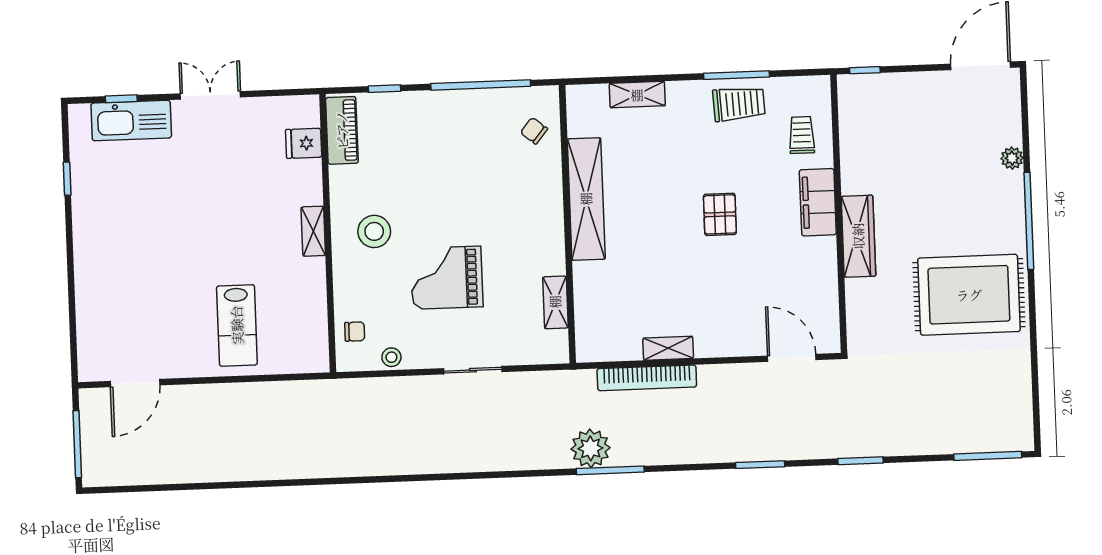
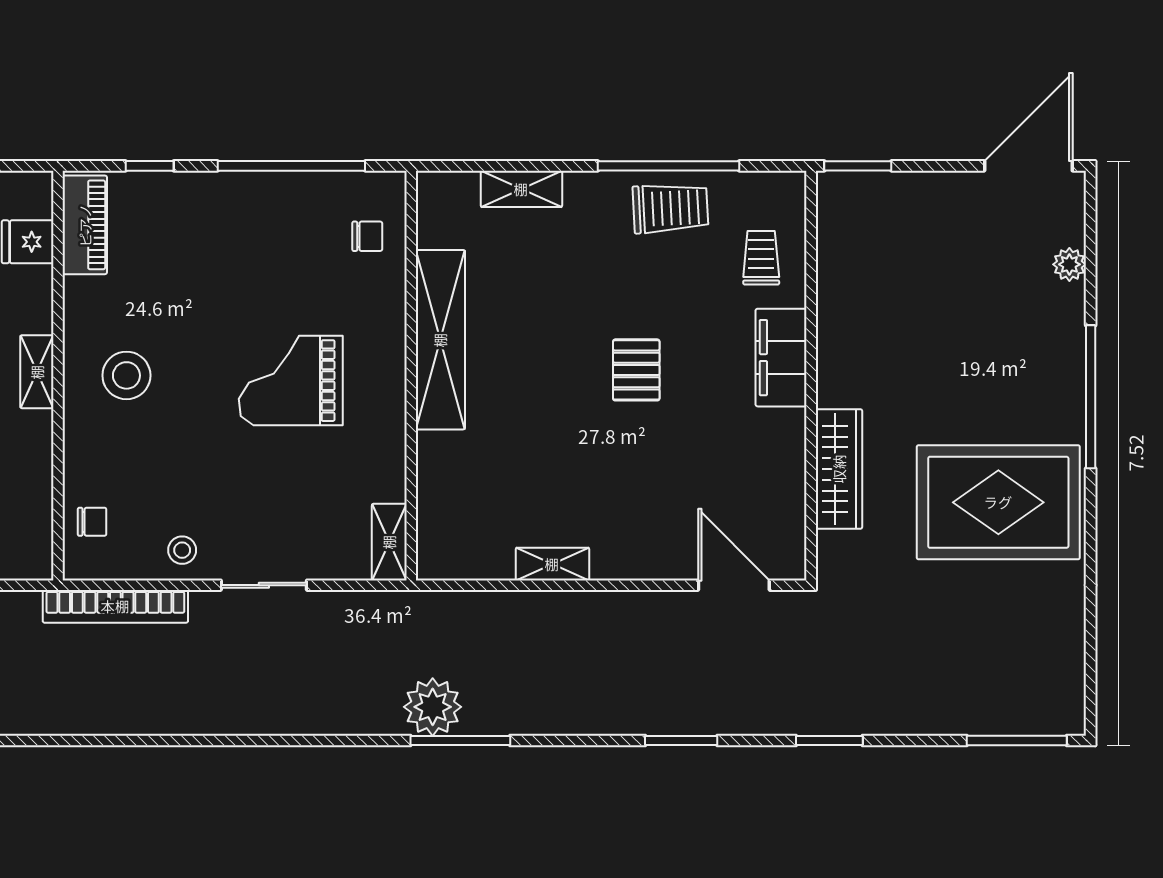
window: (865, 70) -> (858, 166), width x1.50
window: (736, 75) -> (669, 166), width x1.46
chair: (534, 131) -> (367, 236), turned 141
plant: (1012, 158) -> (1069, 264), moved
wardrobe: (858, 236) -> (839, 469), moved
grand piano: (447, 278) -> (291, 381), moved
shelving: (555, 302) -> (389, 542), moved
stool: (391, 357) -> (182, 550), moved
bookcase: (647, 378) -> (115, 606), moved

